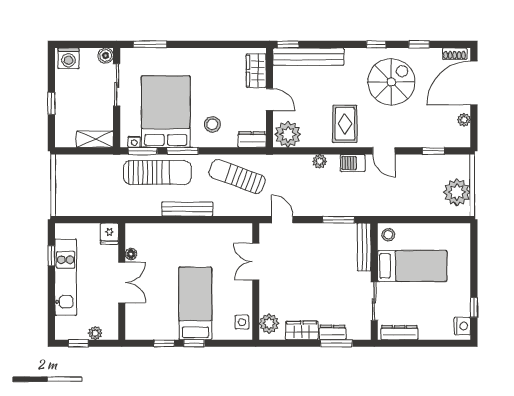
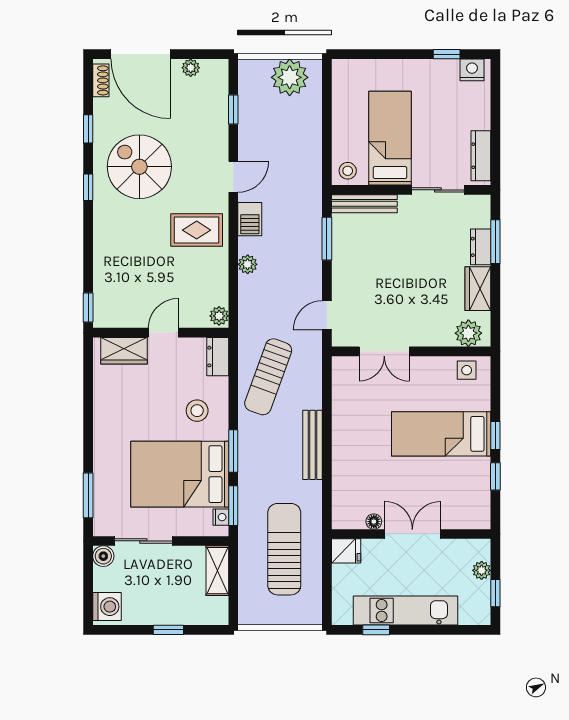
bench: (308, 57) -> (105, 280), removed
plant: (288, 134) -> (219, 316), width x0.53, depth x0.53
sun lounger: (157, 173) -> (284, 549), moved

